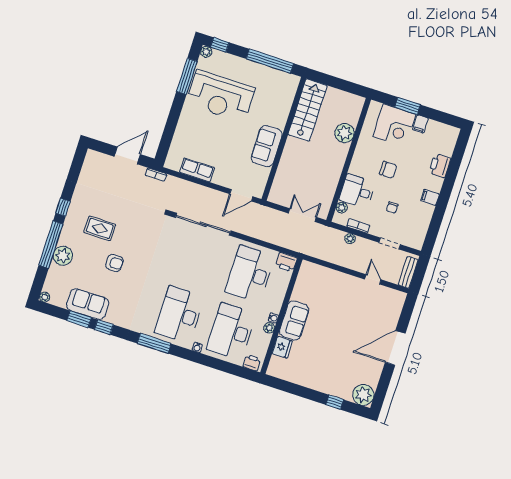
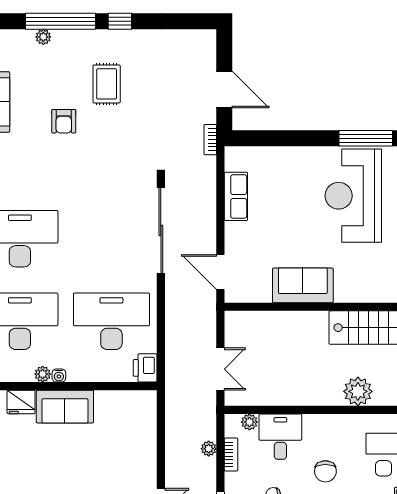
plant: (63, 256) -> (43, 37), width x0.53, depth x0.53

